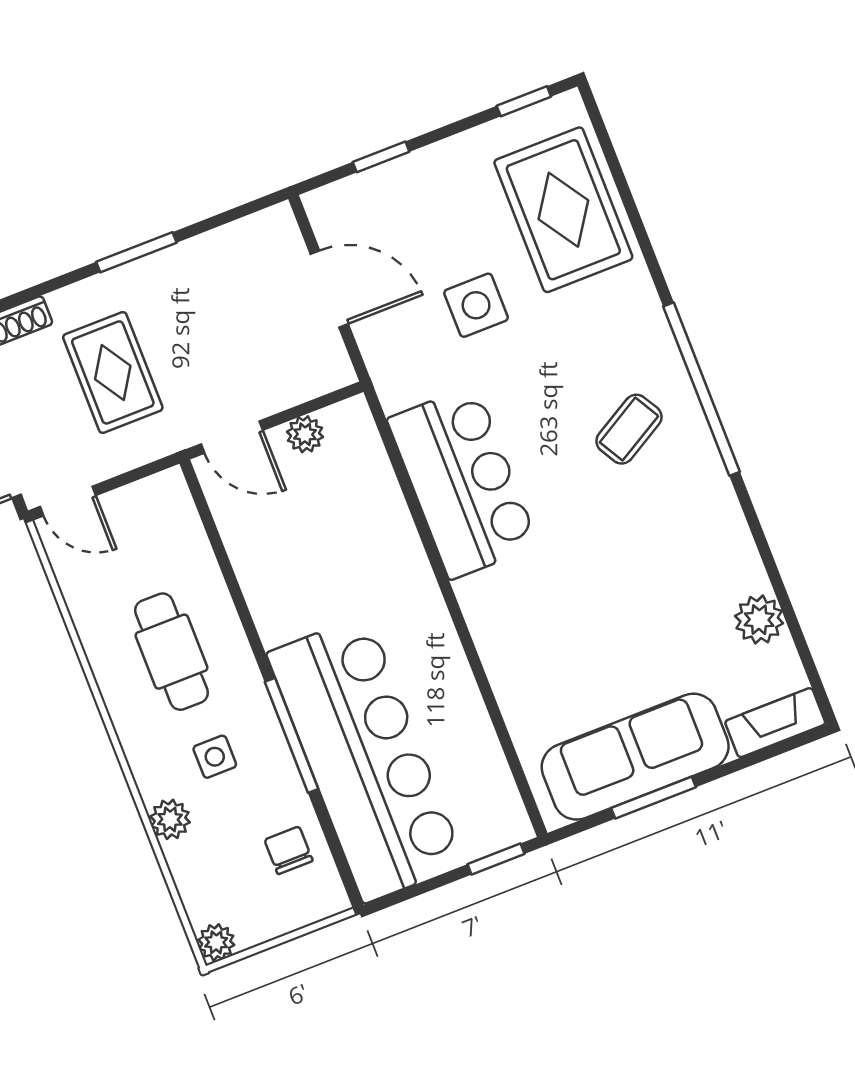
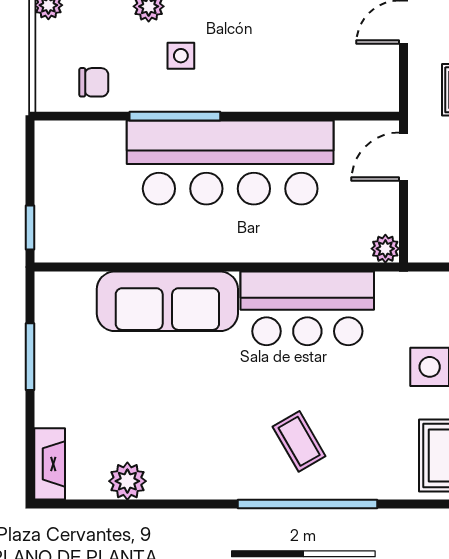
plant: (305, 434) -> (385, 249), moved
cafe table: (171, 652) -> (268, 54), removed
sofa: (635, 757) -> (167, 301), moved, turned 90
bar counter: (366, 759) -> (230, 163), moved

